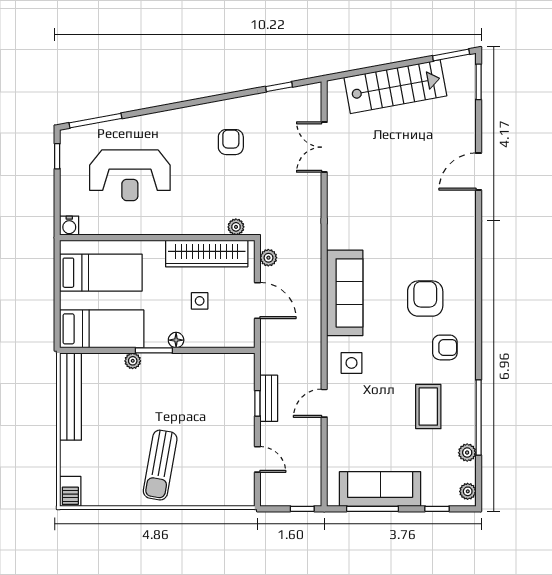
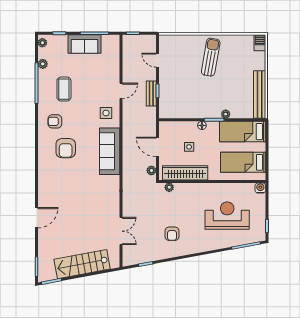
sofa: (380, 489) -> (84, 44), width x0.73

